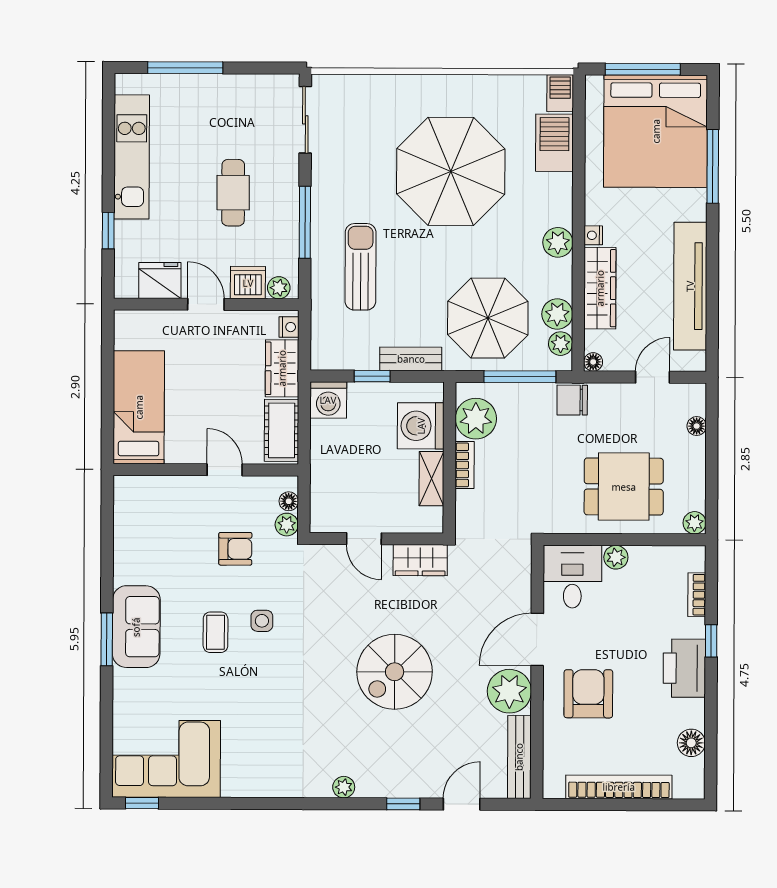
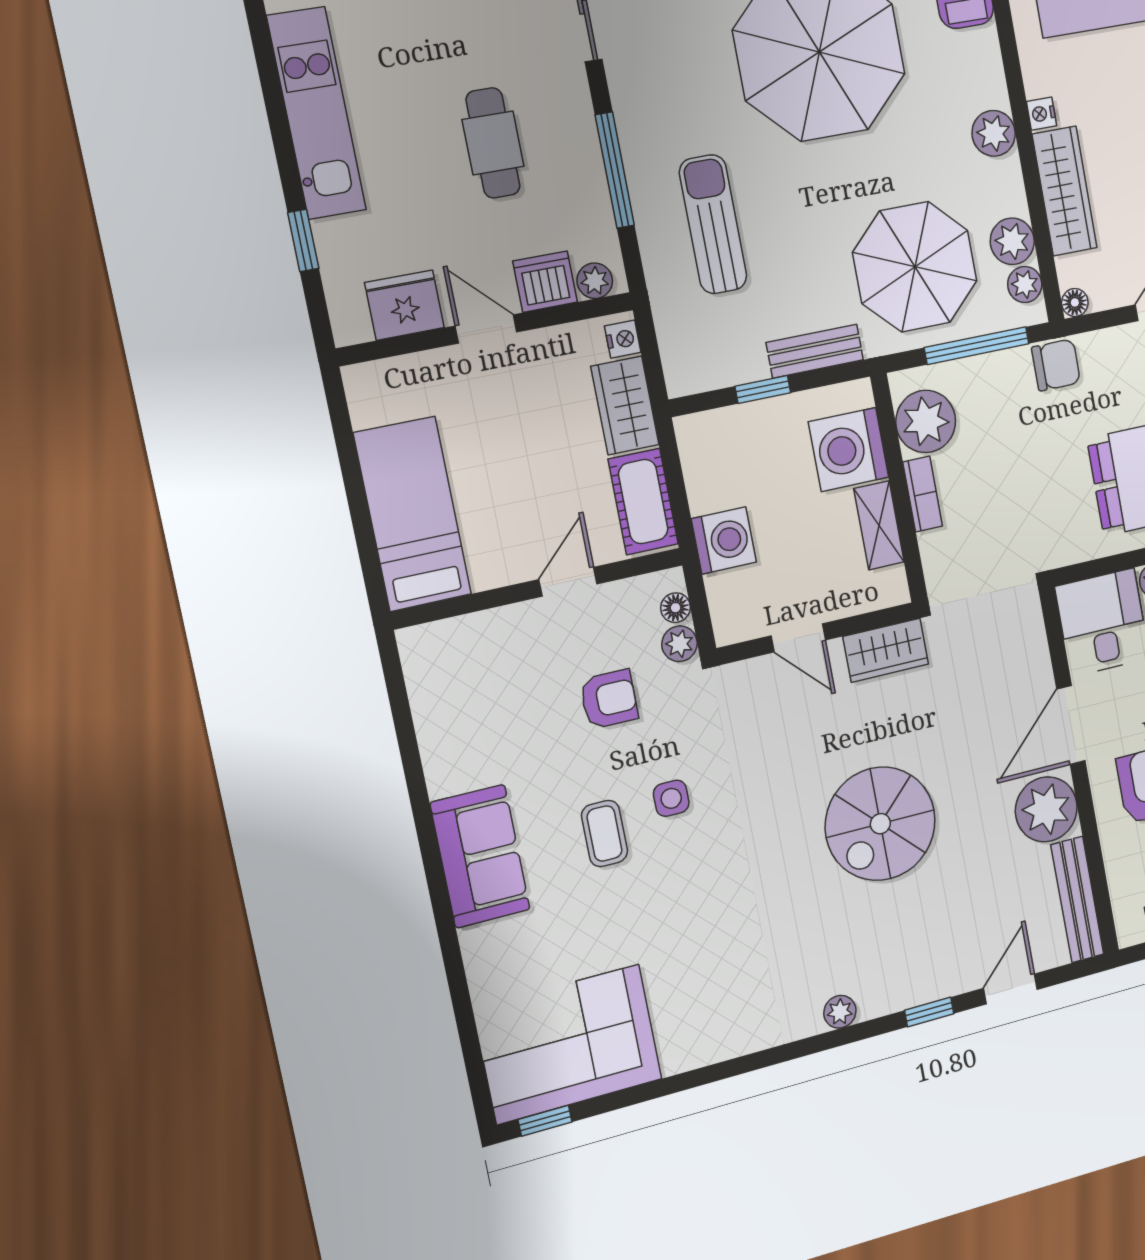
washing machine: (328, 400) -> (724, 540), moved, turned -90
chair: (572, 400) -> (1056, 365), turned 180
door: (225, 470) -> (568, 582), hinge flipped
window: (107, 639) -> (438, 888), removed

